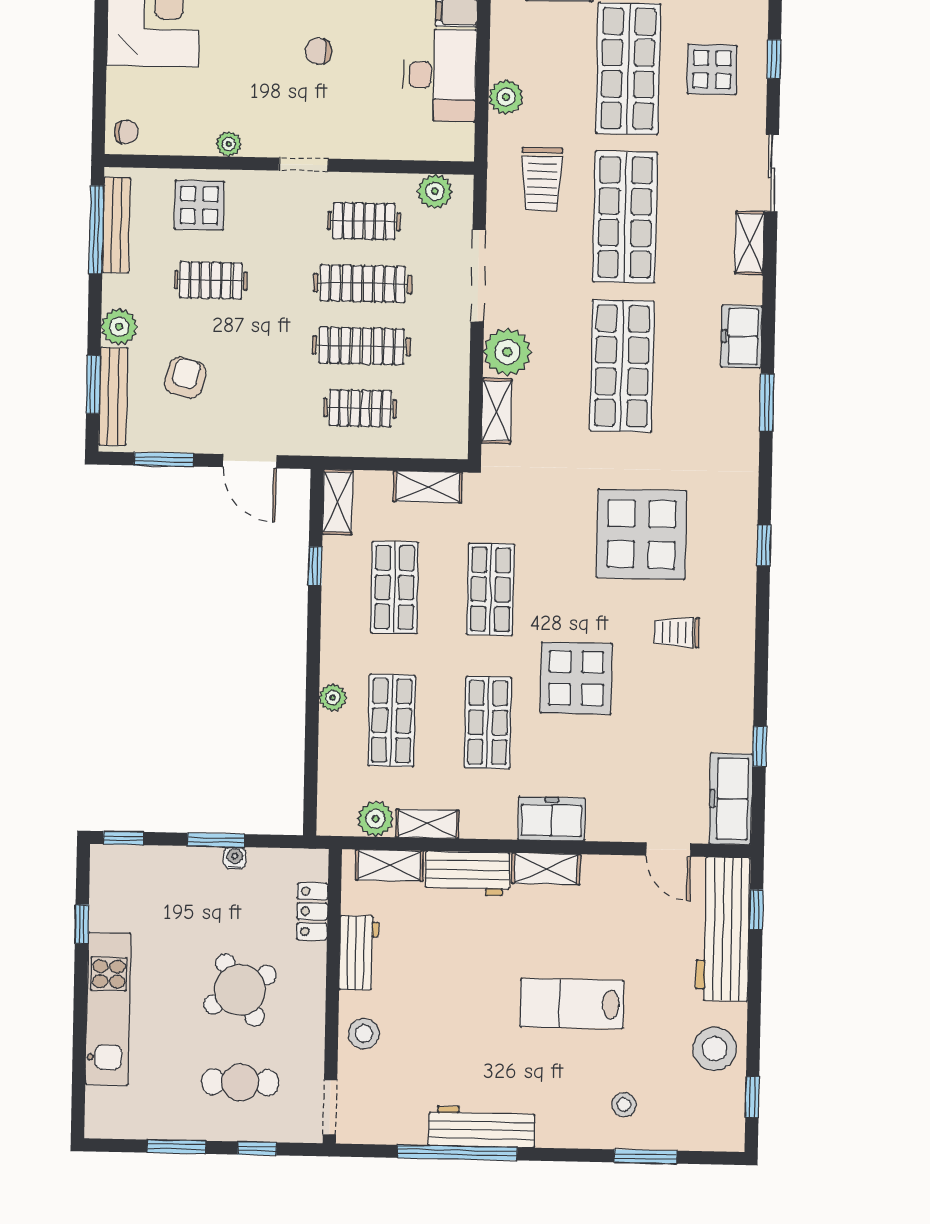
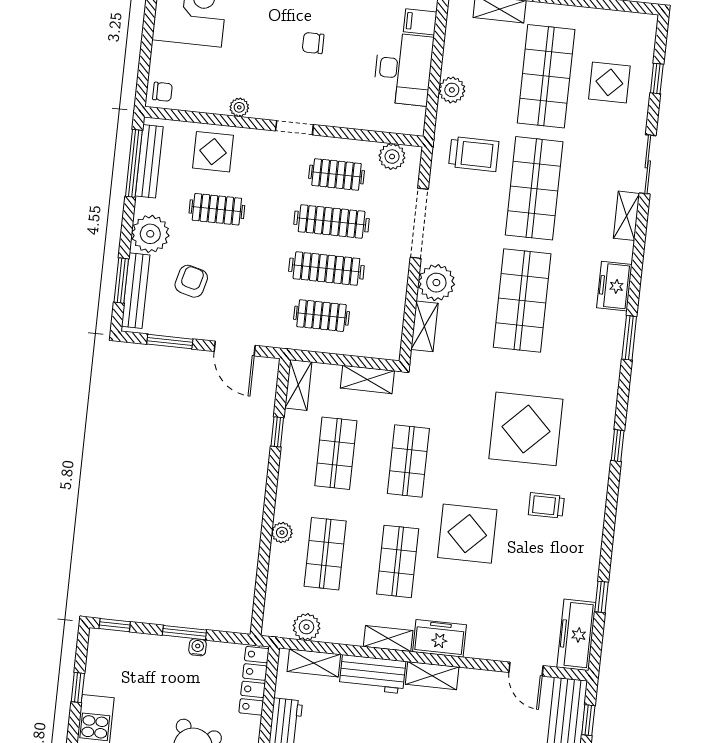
trolley: (542, 179) -> (474, 154), turned -90
plant: (119, 327) -> (150, 234), width x1.36, depth x1.36
shelving: (427, 824) -> (388, 639), moved
locker: (312, 911) -> (254, 681), width x1.53

